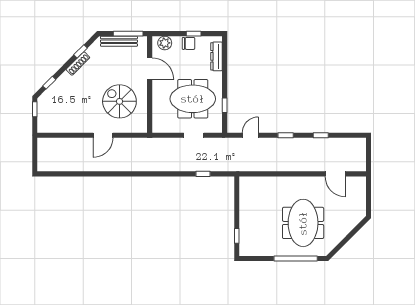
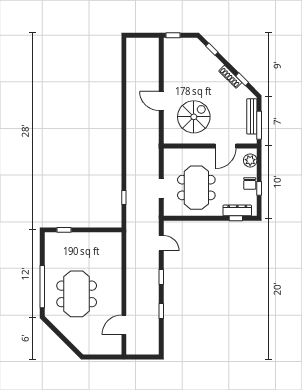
window: (225, 105) -> (236, 218), moved
window: (35, 109) -> (173, 35), moved
meeting table: (303, 223) -> (77, 294), turned 90

